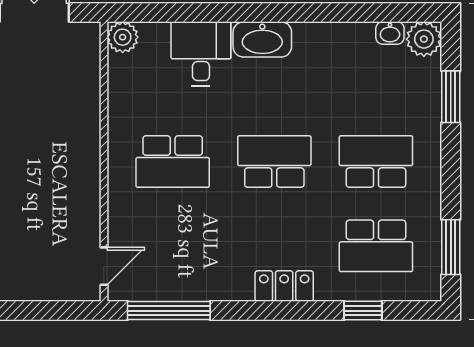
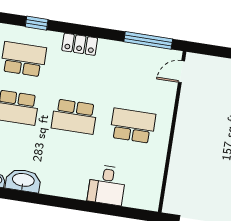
plant: (123, 37) -> (150, 202), removed
washbasin: (262, 39) -> (23, 181), moved

